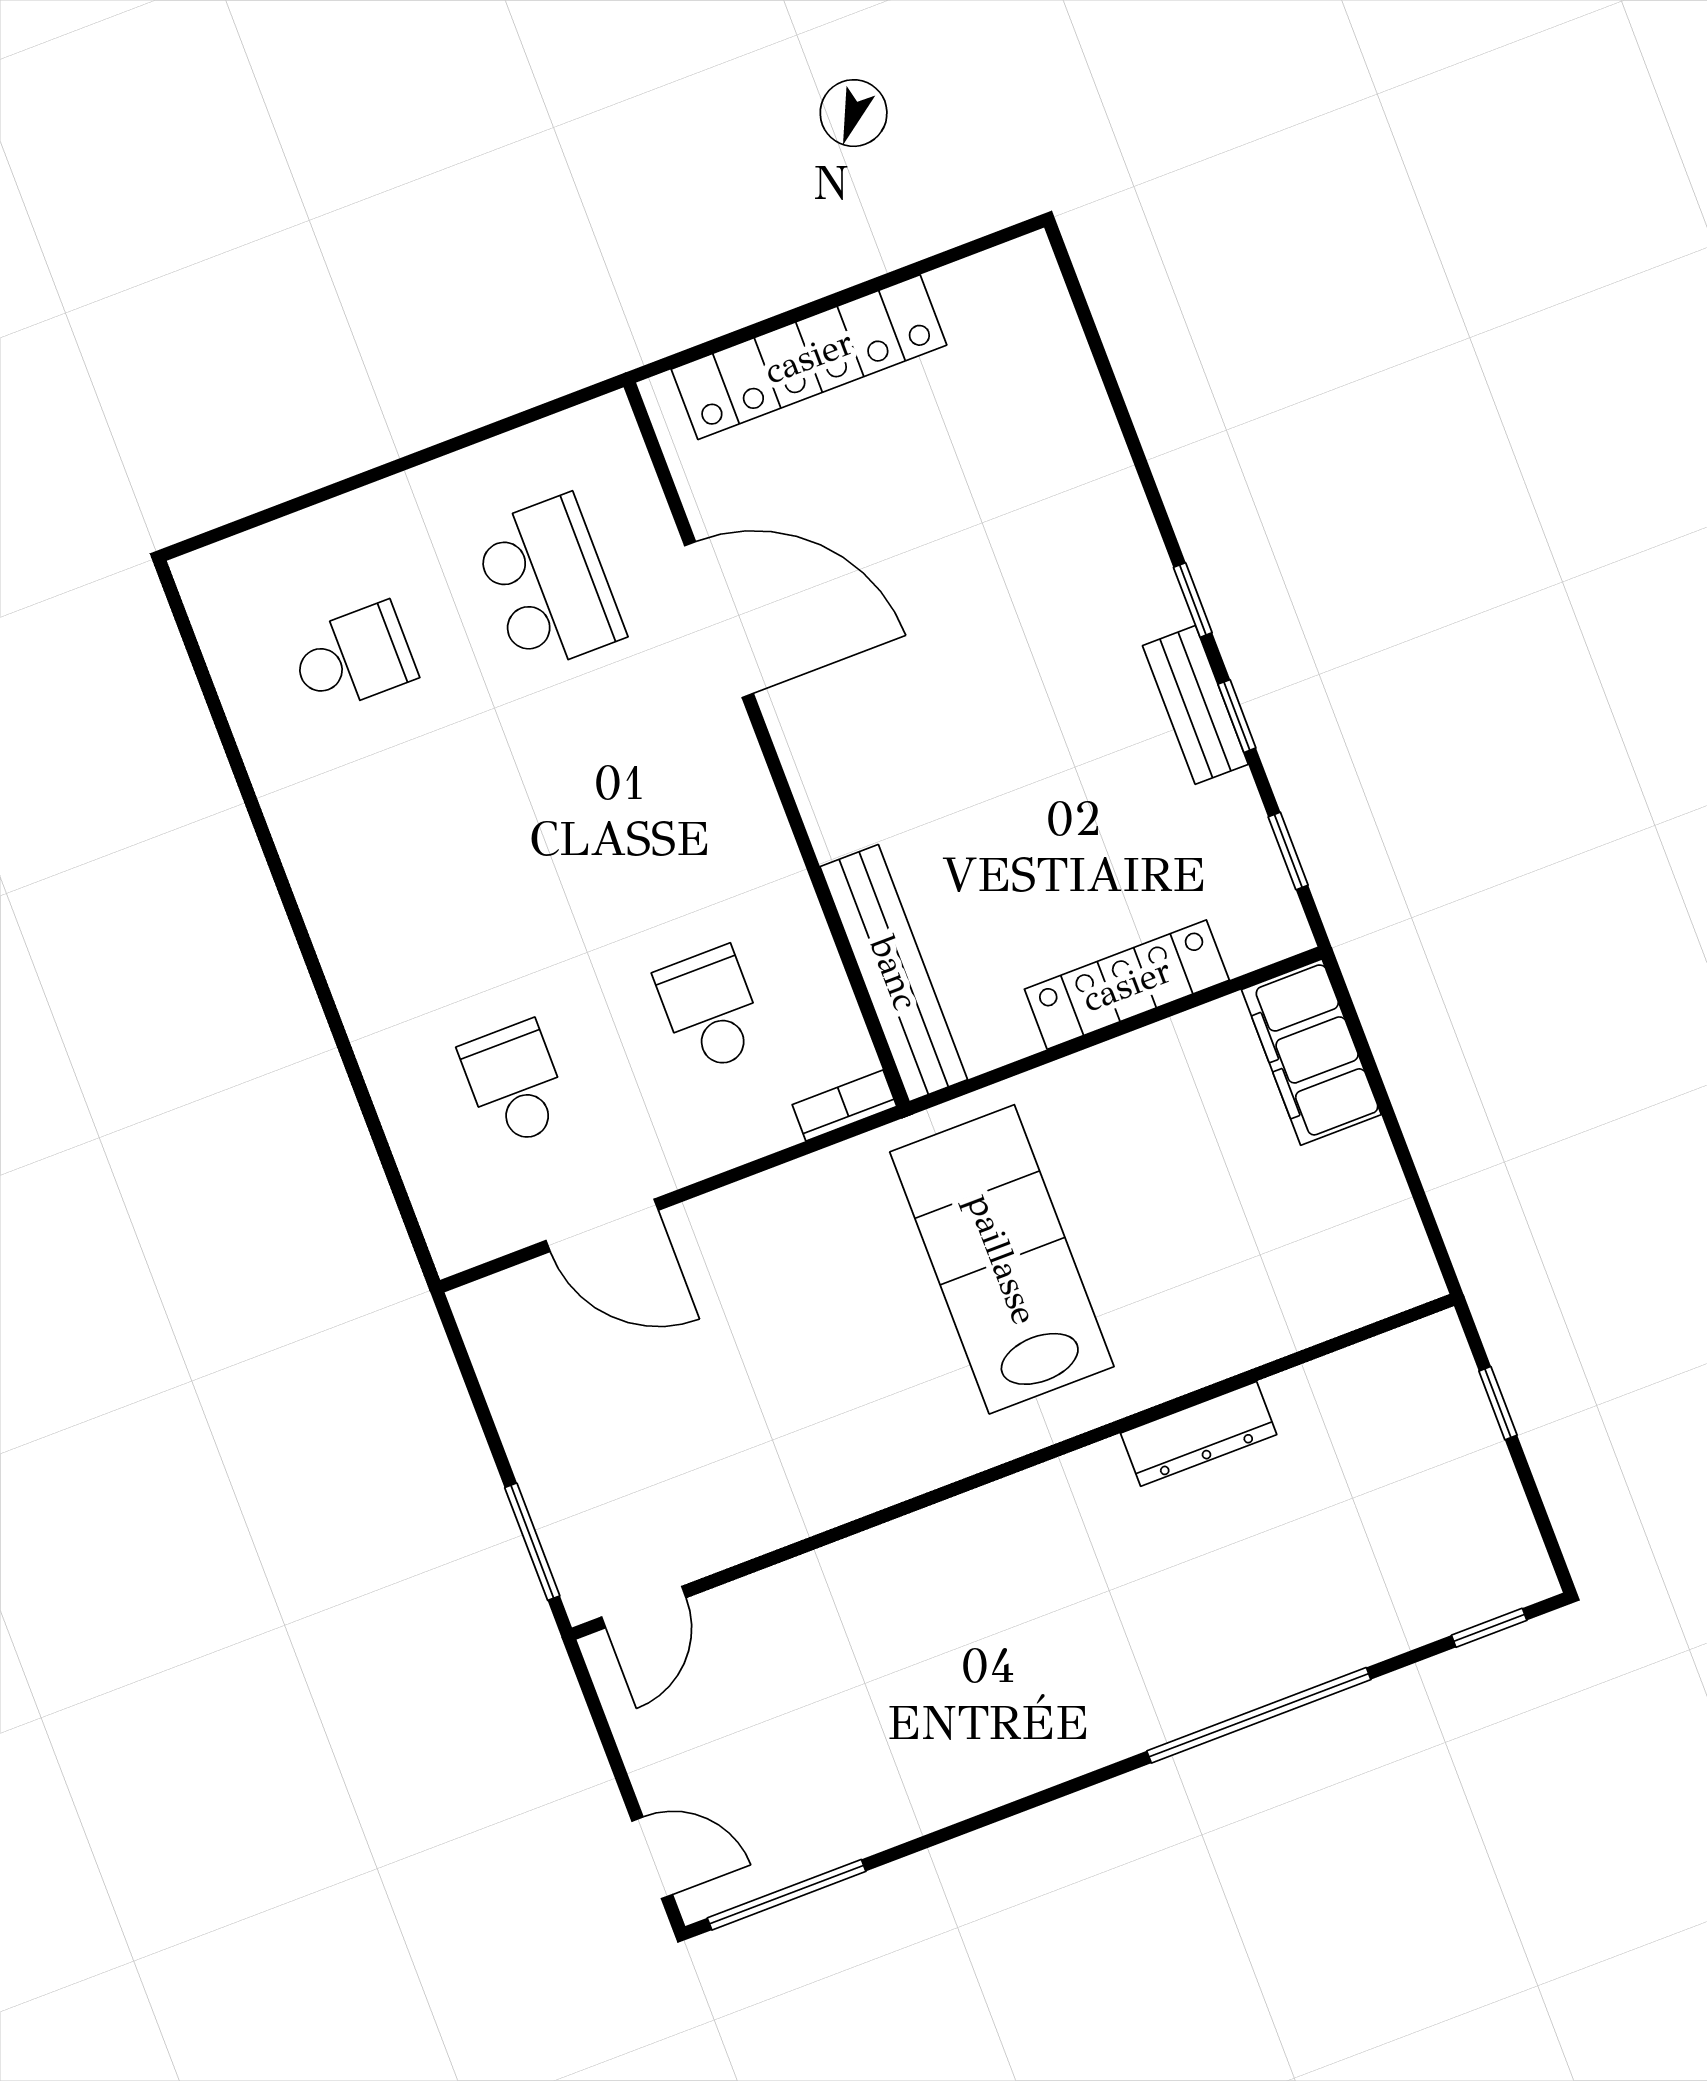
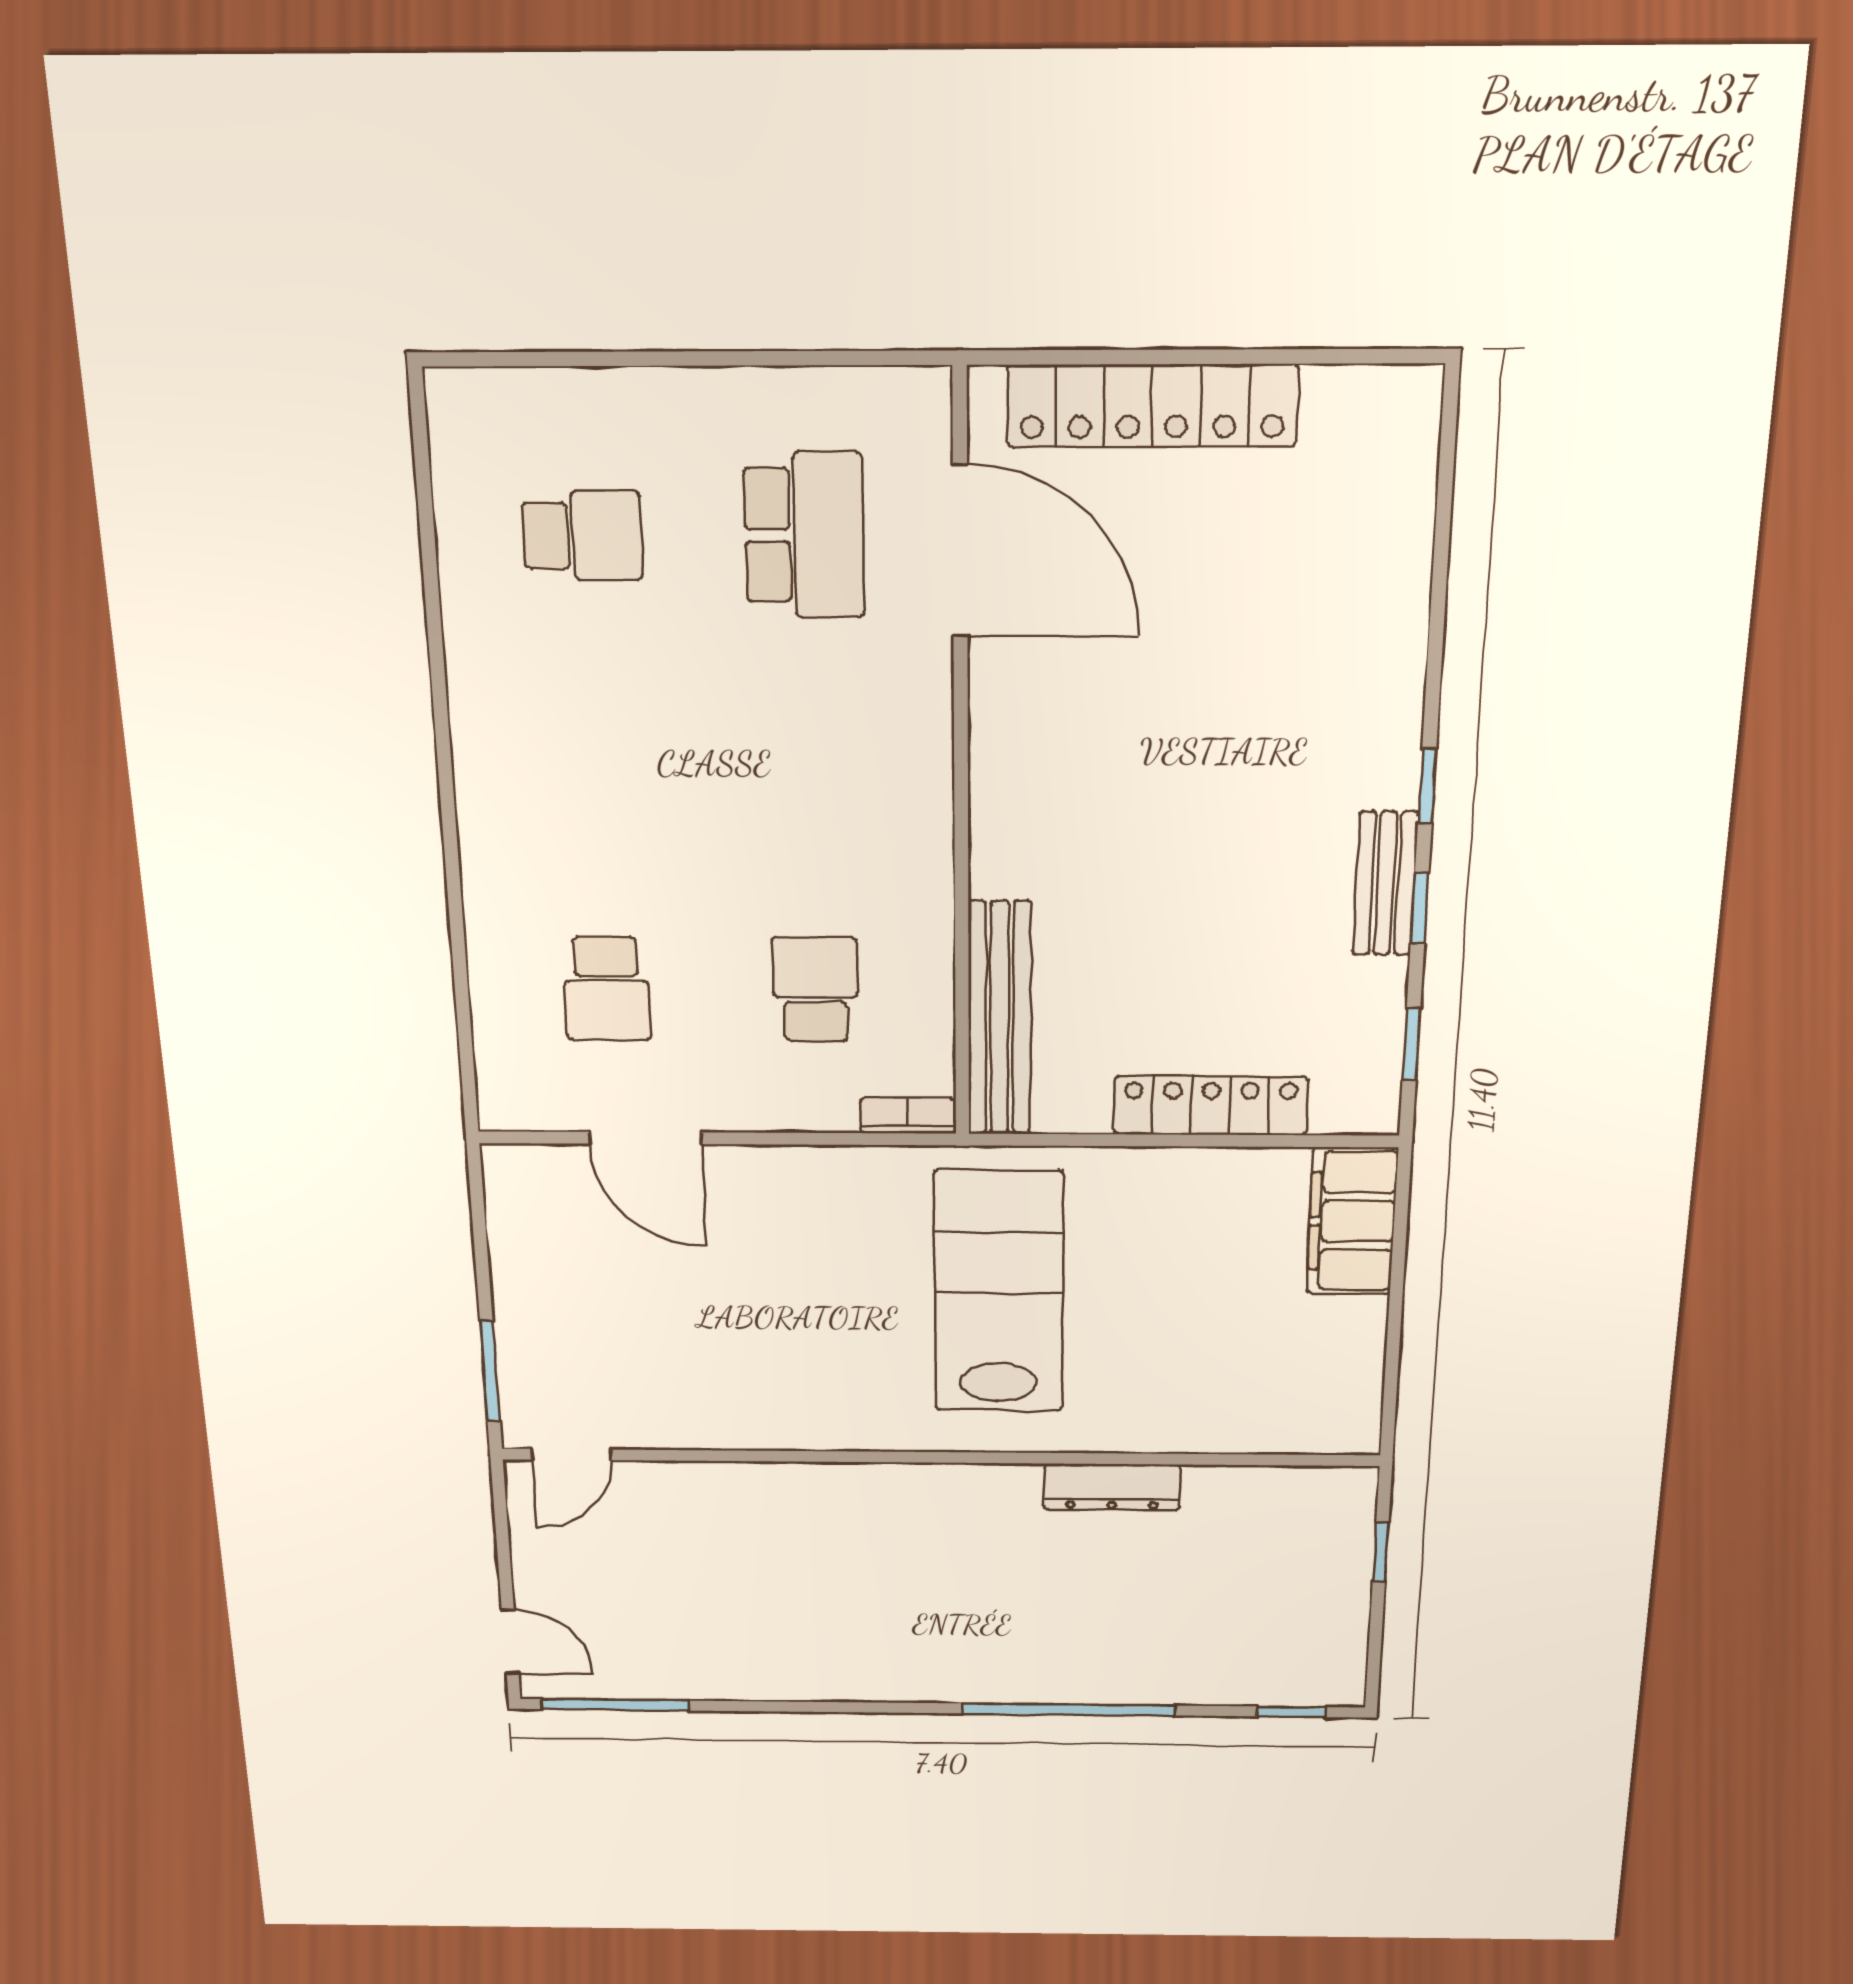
door: (719, 620) -> (960, 551), moved
school desk: (515, 1084) -> (607, 989), turned 180

